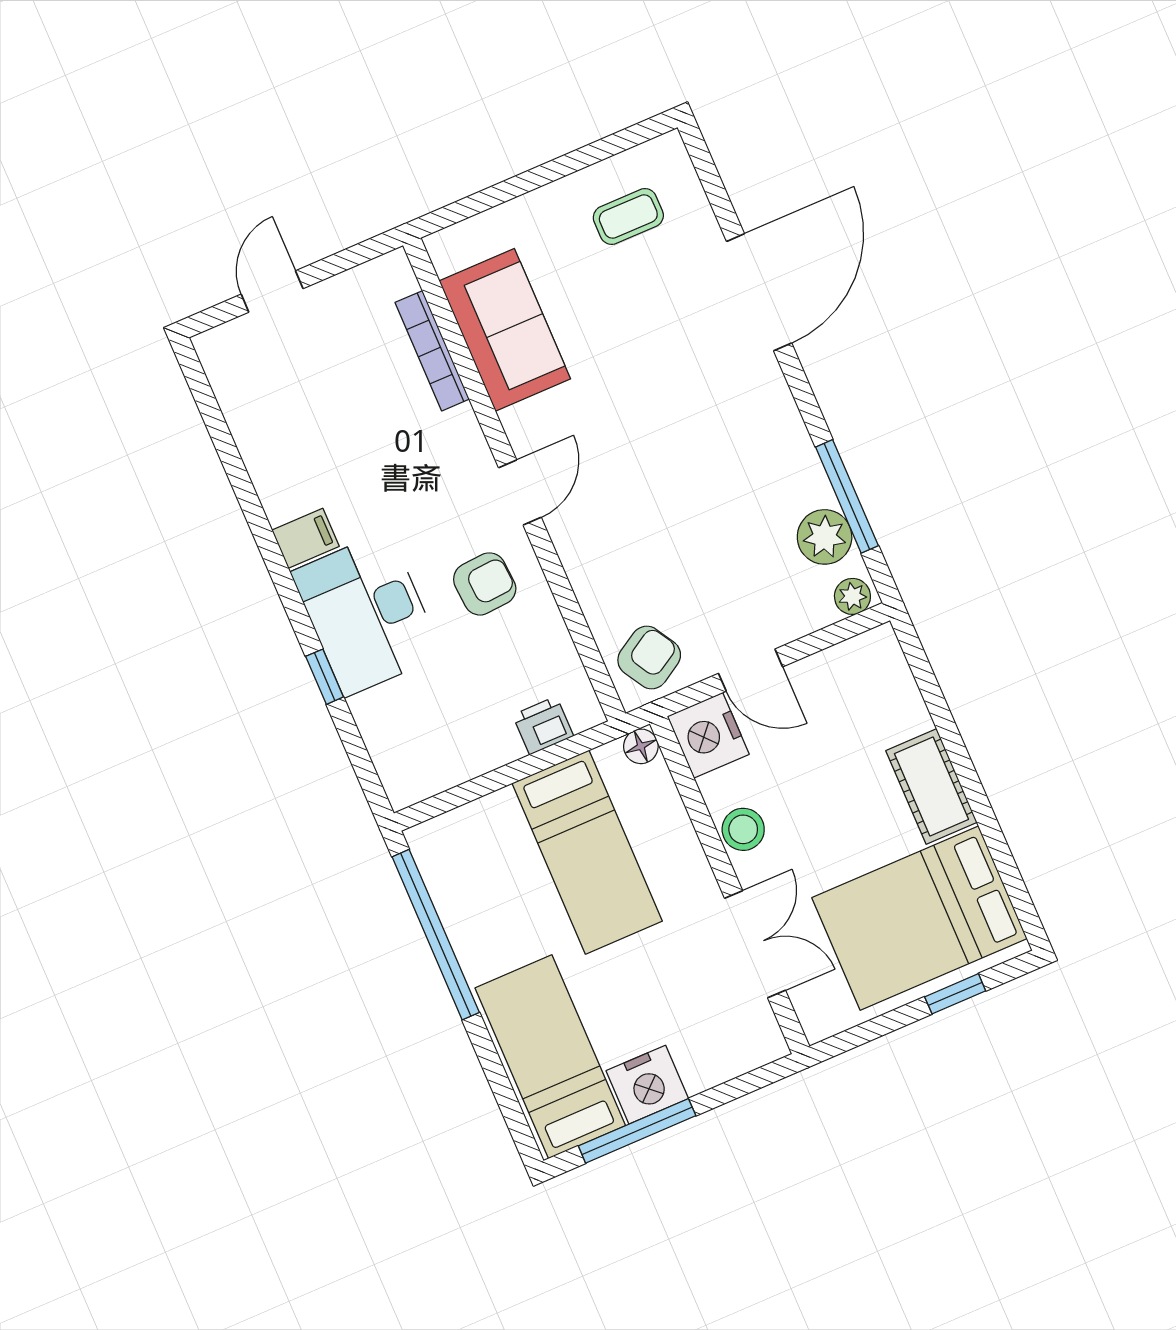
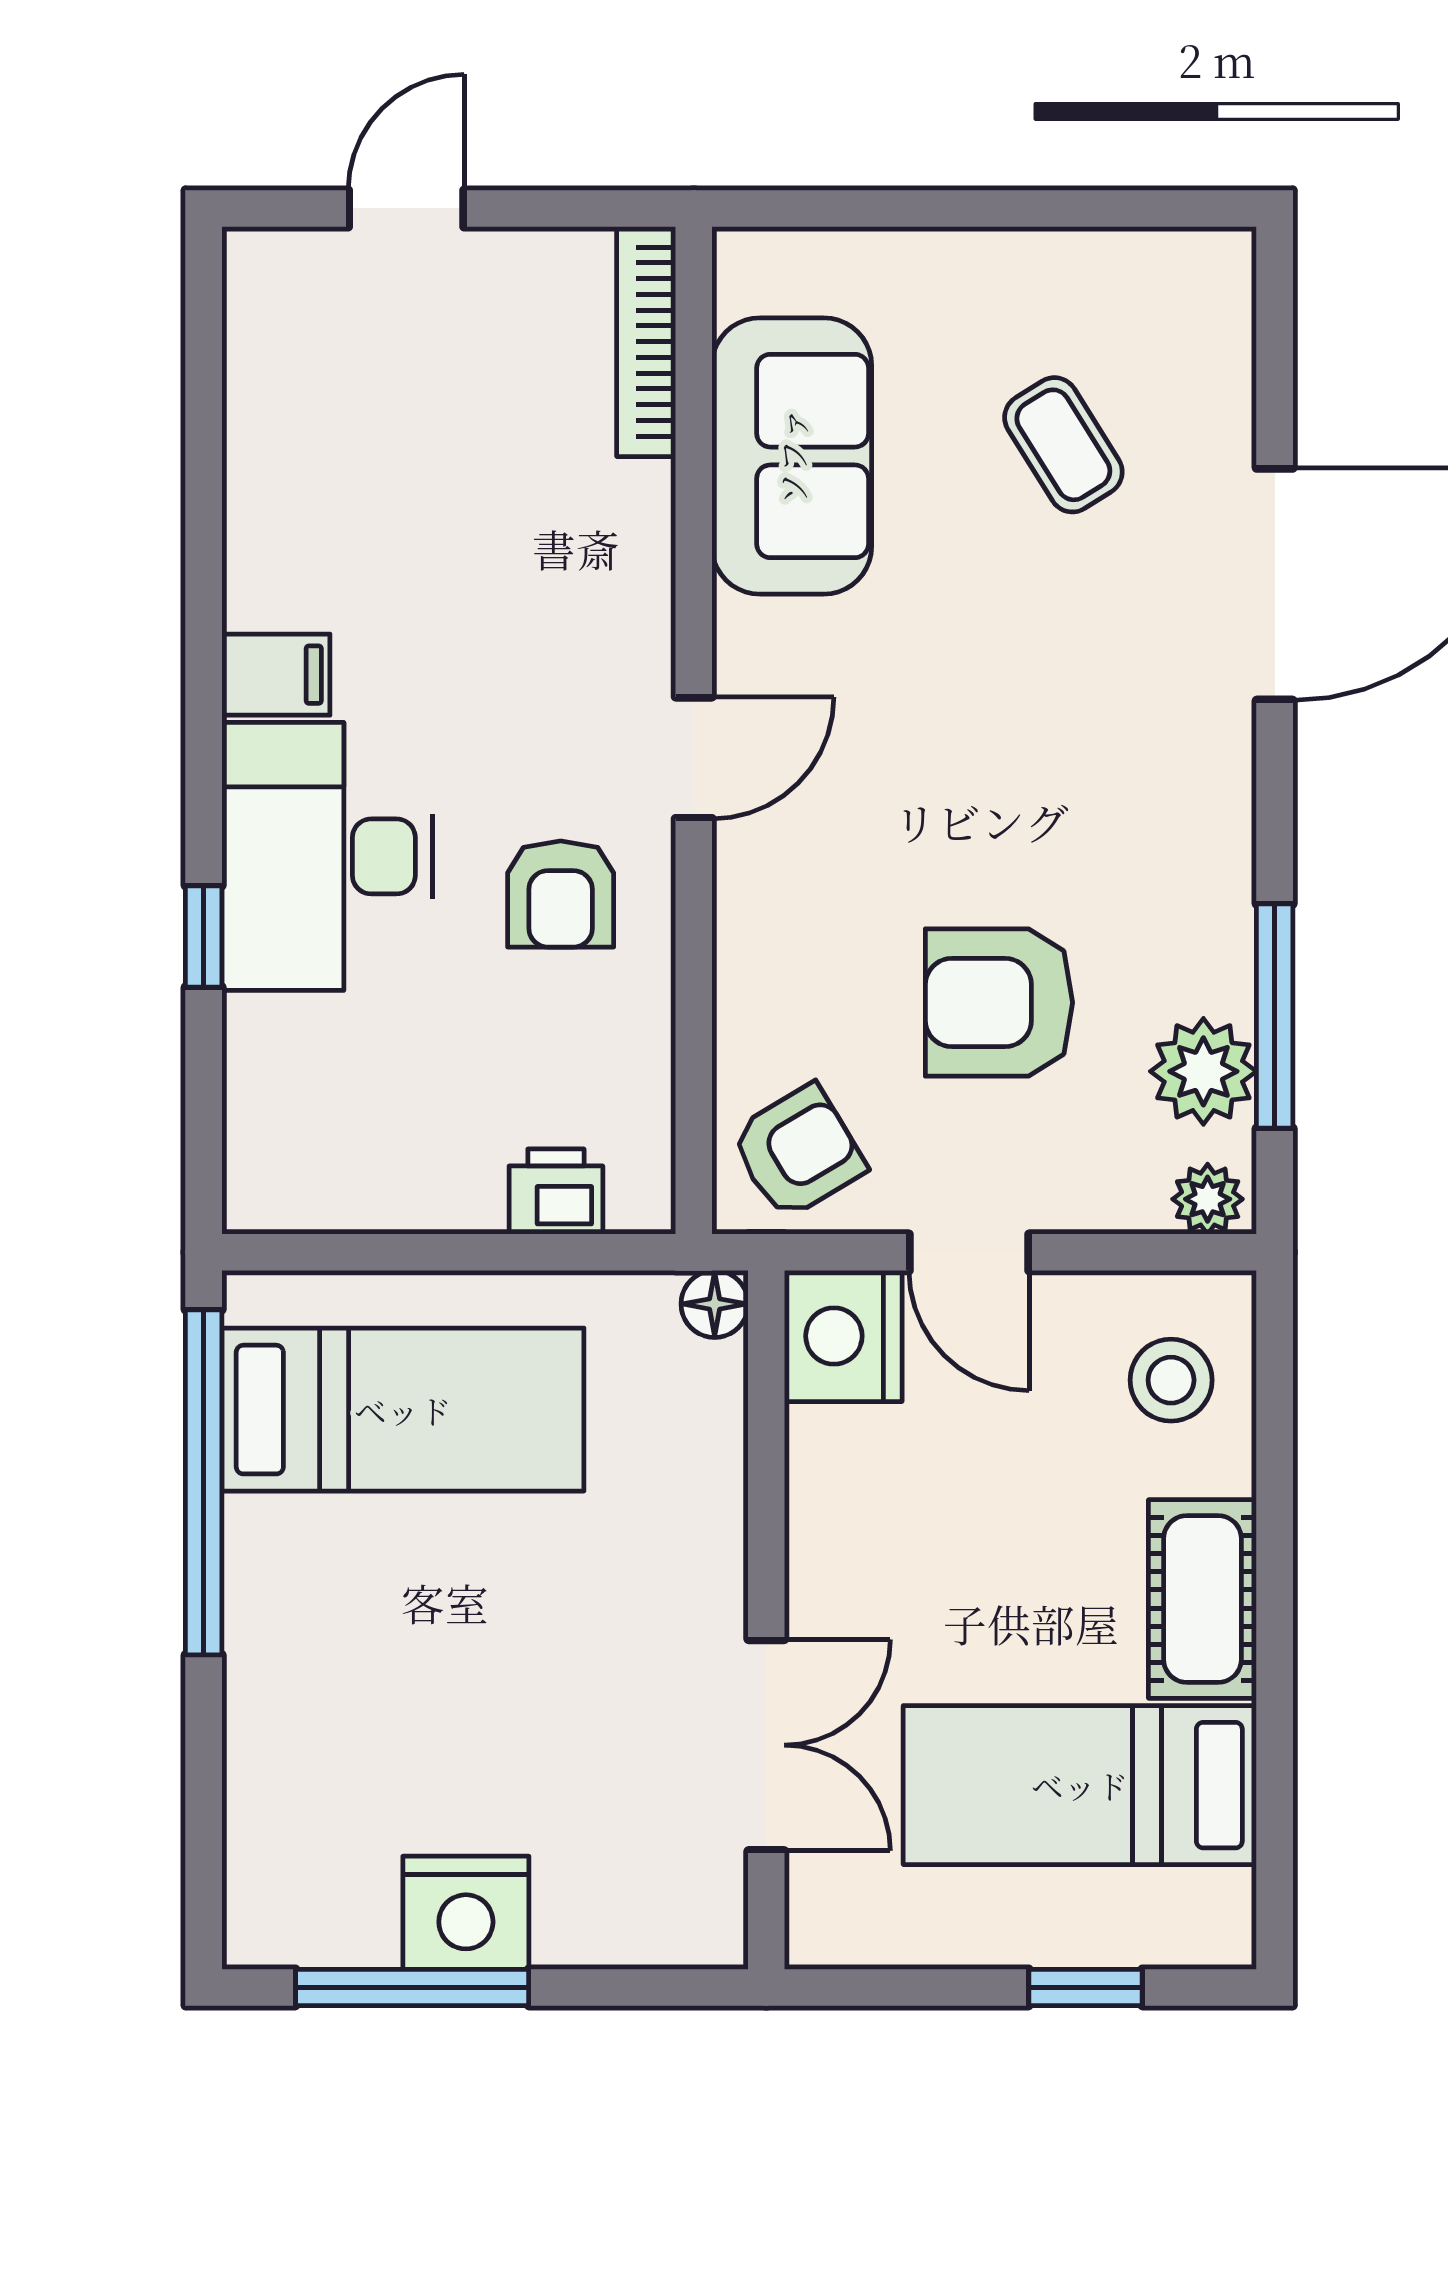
coffee table: (628, 217) -> (1063, 445), moved, turned 58
bookcase: (432, 351) -> (646, 342), moved
armchair: (714, 546) -> (999, 1003), added
armchair: (485, 584) -> (561, 894), turned 94
stool: (743, 829) -> (1171, 1380), moved
bed: (587, 852) -> (403, 1410), moved, turned -90
bed: (919, 918) -> (1080, 1785), width x0.67
bed: (550, 1057) -> (314, 1788), removed

